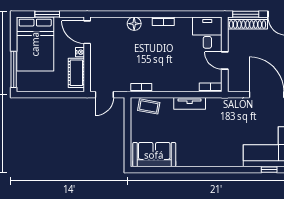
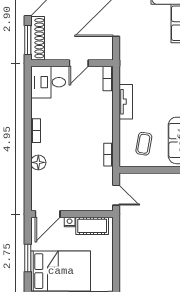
coffee table: (149, 106) -> (144, 144), moved

